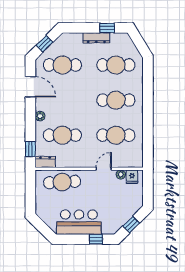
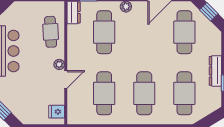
door: (104, 169) -> (66, 79), hinge flipped
plant: (121, 175) -> (59, 64), moved
cafe table: (62, 182) -> (51, 32), width x0.73, depth x0.74

